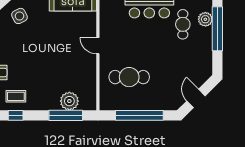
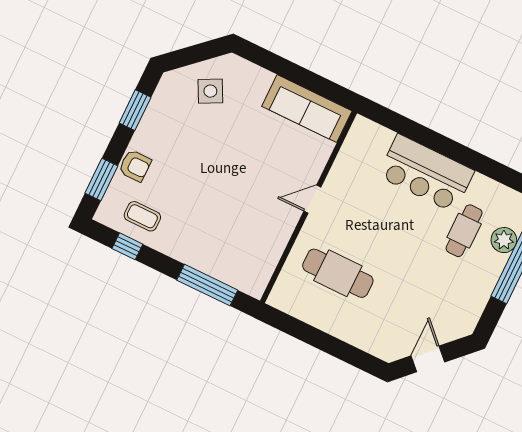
door: (98, 46) -> (312, 199), hinge flipped
plant: (69, 101) -> (224, 265), removed
window: (139, 115) -> (325, 342), removed

